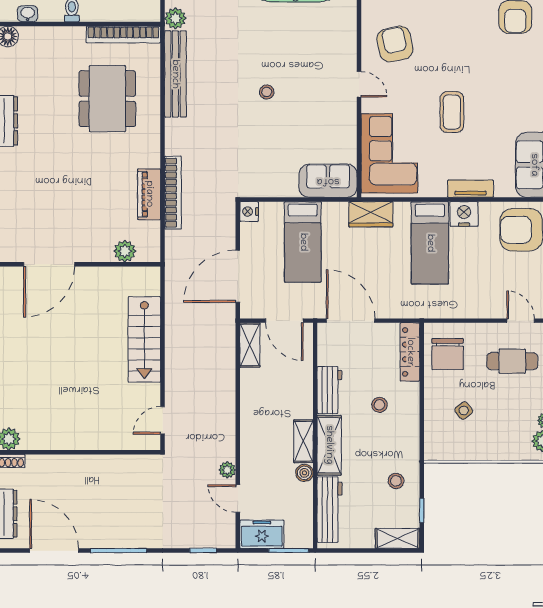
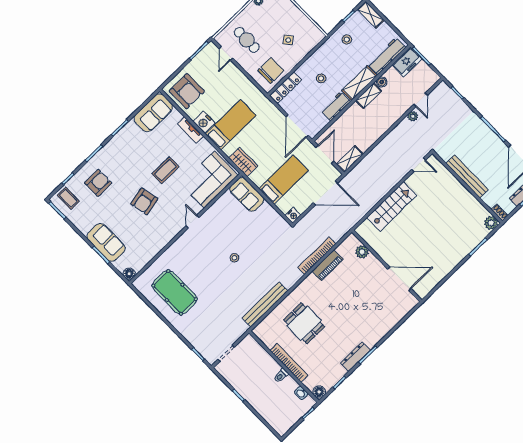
plant: (175, 18) -> (241, 328), removed
bookcase: (123, 34) -> (289, 363), moved
armchair: (395, 44) -> (144, 201), moved
dining table: (107, 99) -> (304, 323), width x0.73
bench: (92, 465) -> (467, 176), added
freezer: (262, 534) -> (407, 62), moved, turned -90

